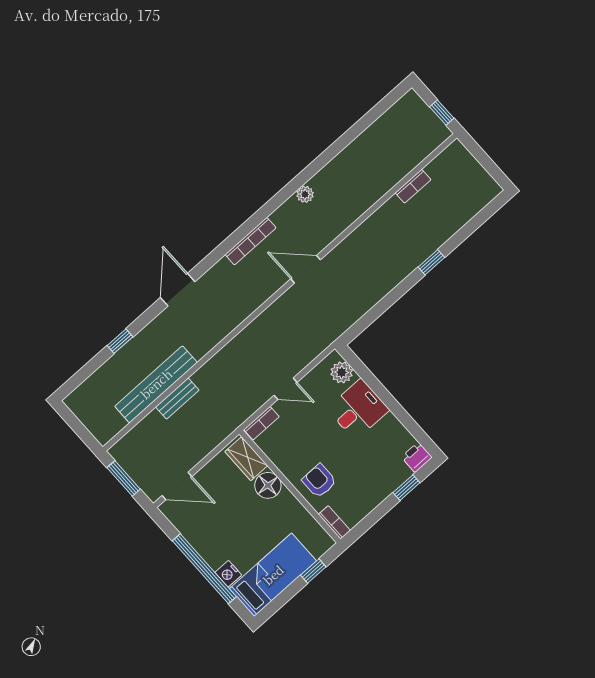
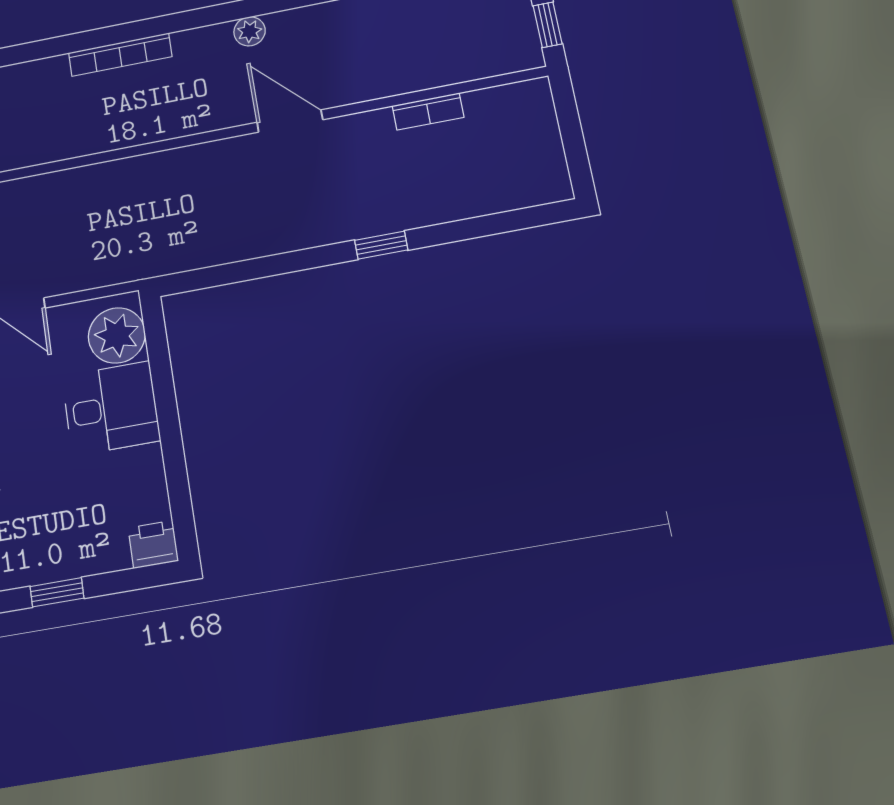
door: (306, 269) -> (290, 121), moved
plant: (342, 372) -> (117, 335), width x1.36, depth x1.36
window: (406, 488) -> (57, 592), moved

